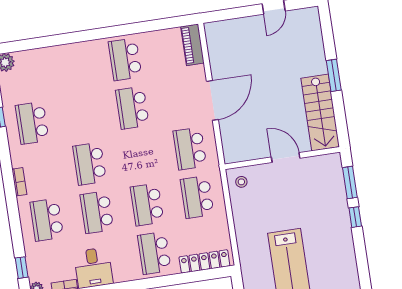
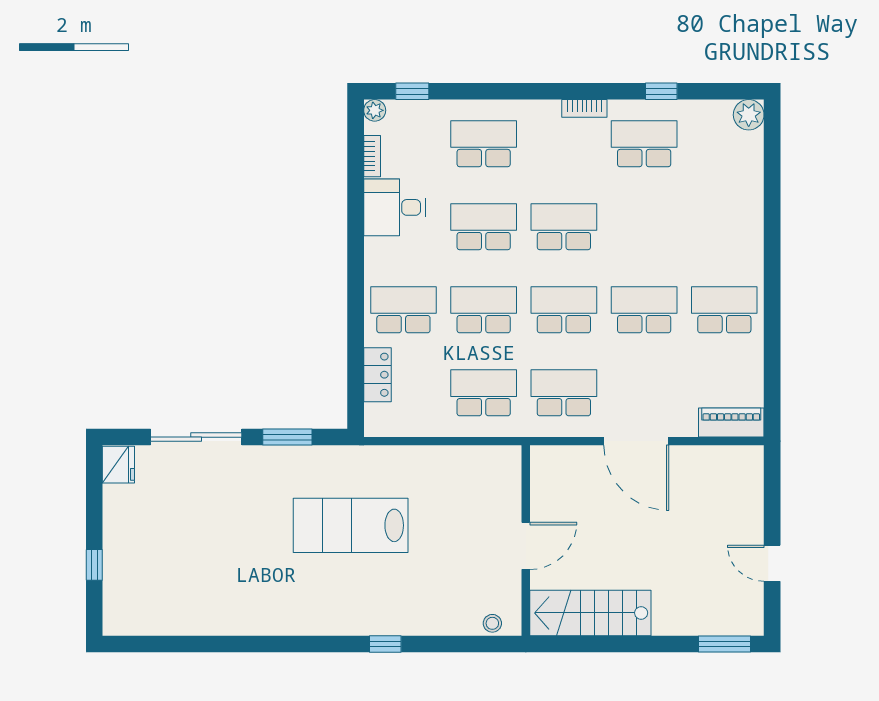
window: (334, 75) -> (725, 644), moved
school desk: (140, 156) -> (564, 310), added
bookcase: (19, 182) -> (584, 108), moved
stool: (241, 182) -> (492, 623), moved
window: (350, 183) -> (470, 644), removed
window: (355, 217) -> (385, 644), moved
locker: (204, 261) -> (378, 375), width x0.66

